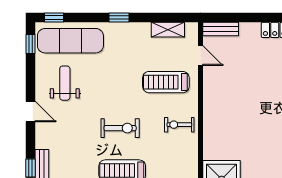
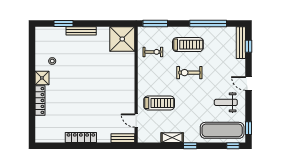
shelving: (168, 30) -> (172, 138), moved
weight bench: (65, 83) -> (226, 102), turned 90
exercise bike: (179, 125) -> (153, 52), moved

